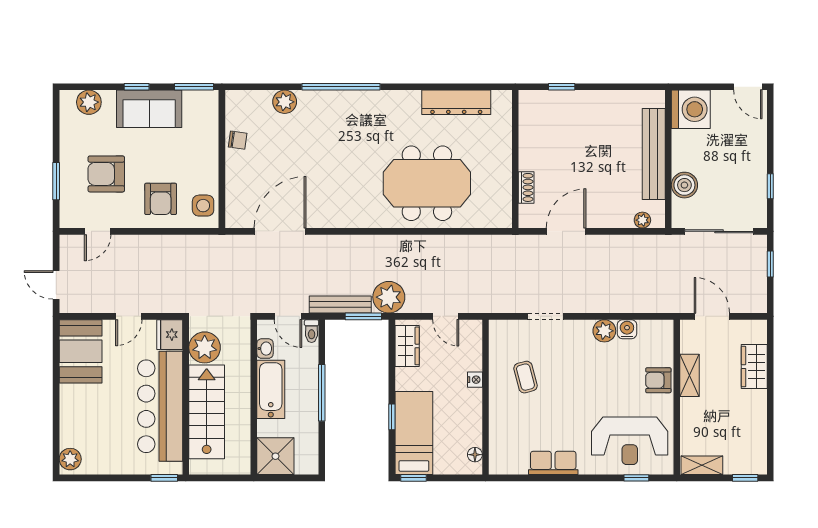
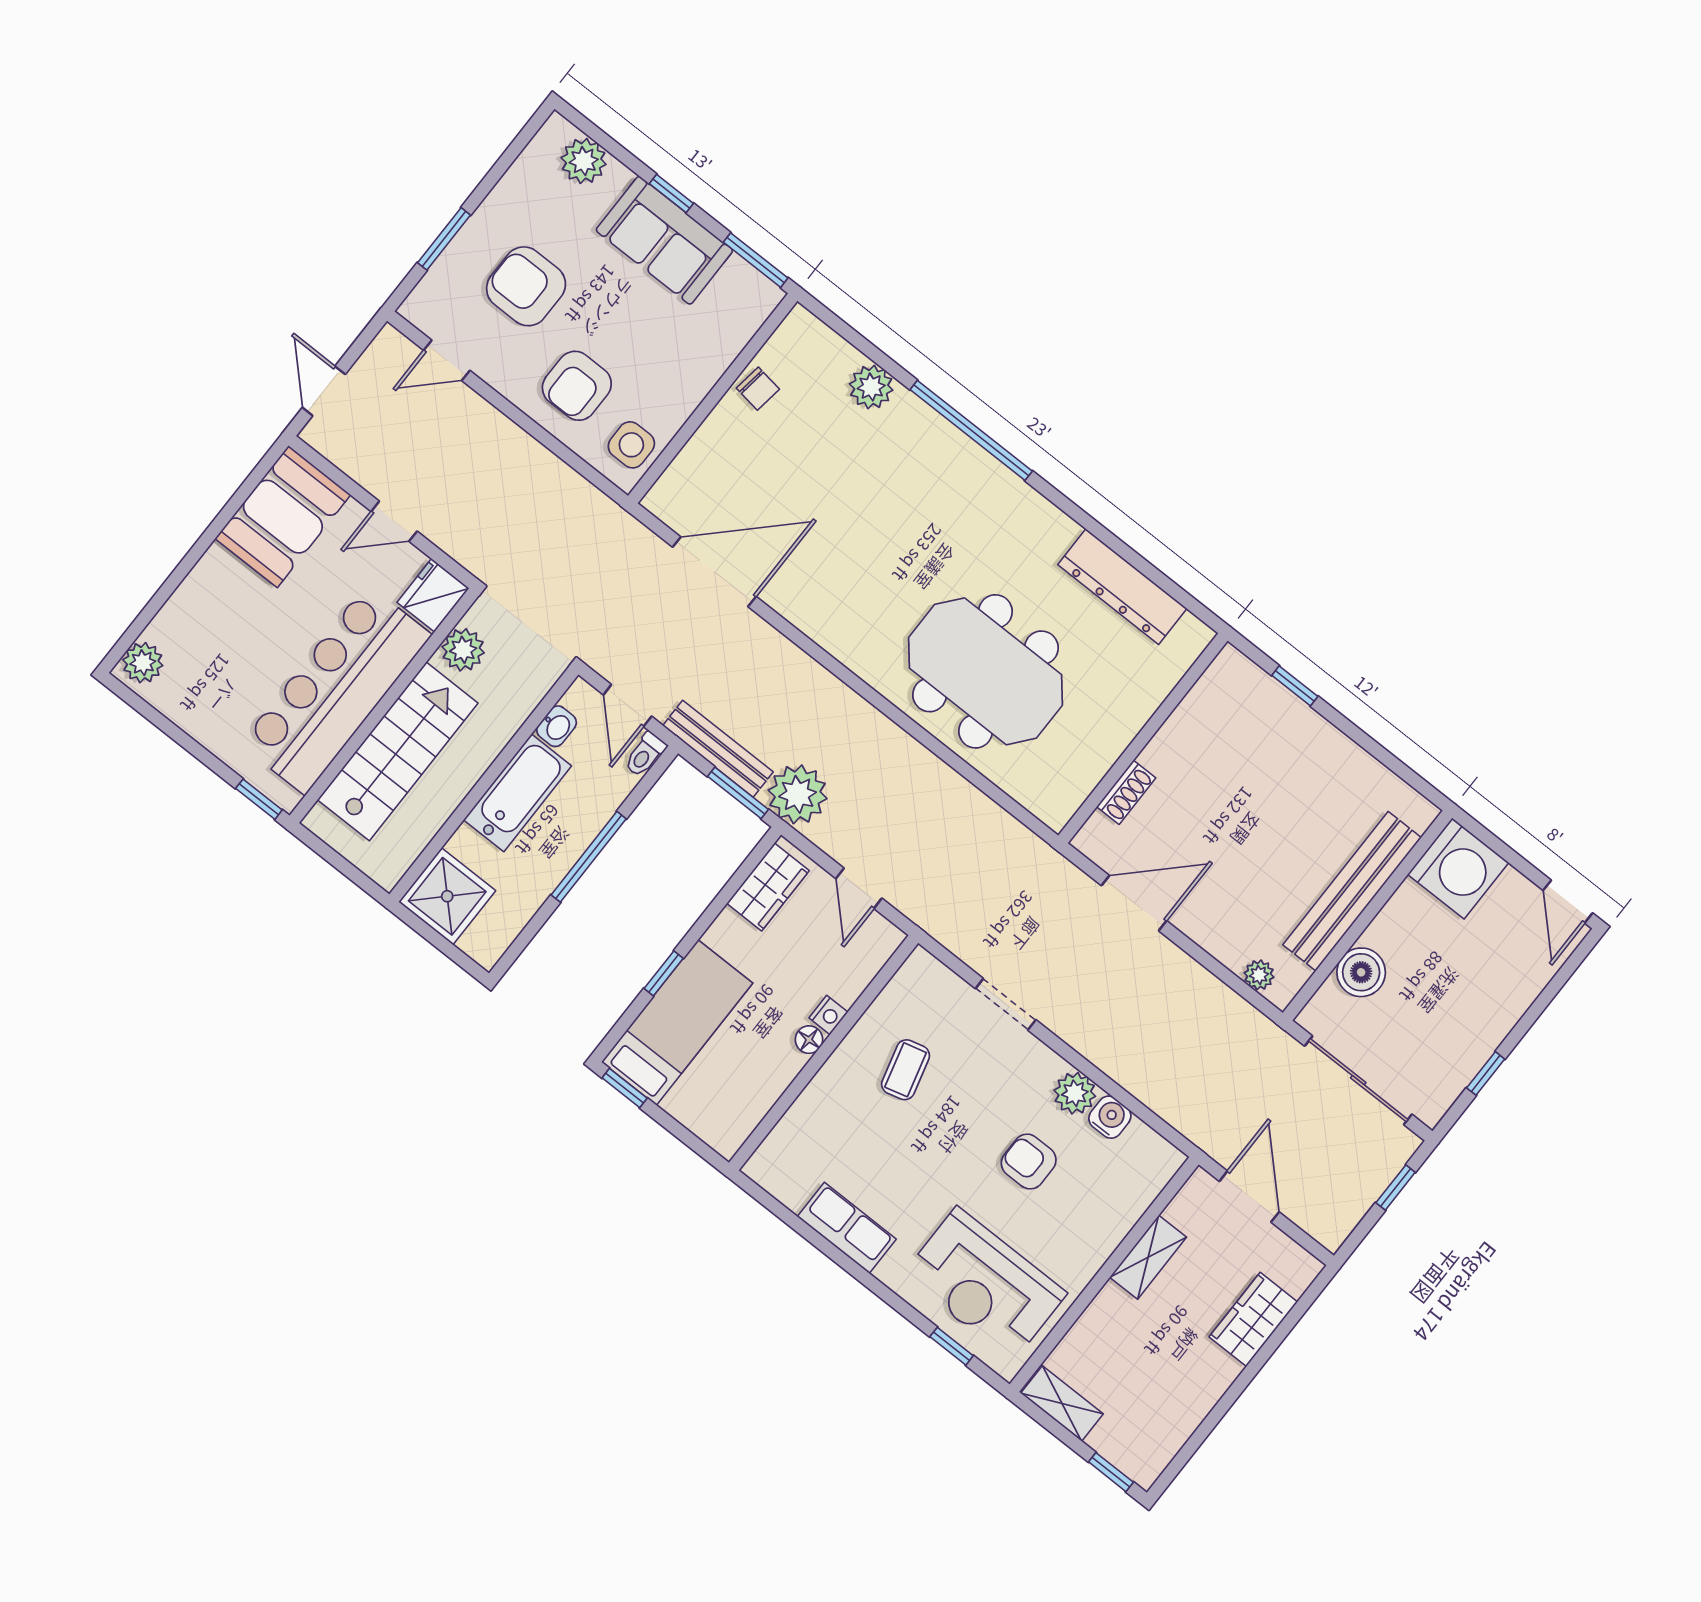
plant: (205, 347) -> (463, 650), width x0.73, depth x0.73
armchair: (658, 380) -> (1029, 1162), moved
floor lamp: (475, 455) -> (809, 1040), moved

